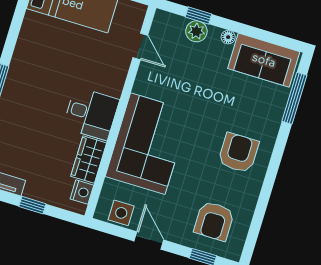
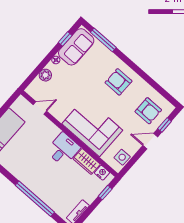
window: (199, 16) -> (65, 39), moved
window: (32, 205) -> (105, 193), moved
door: (149, 241) -> (150, 141), moved

